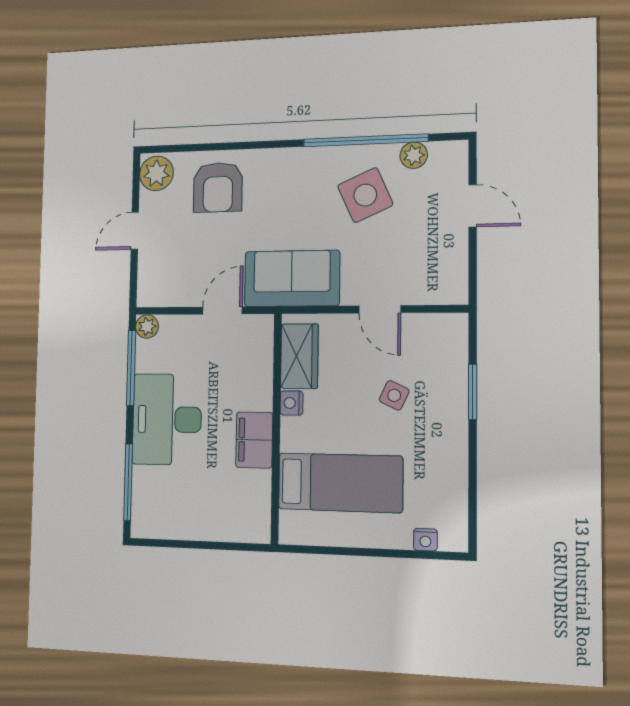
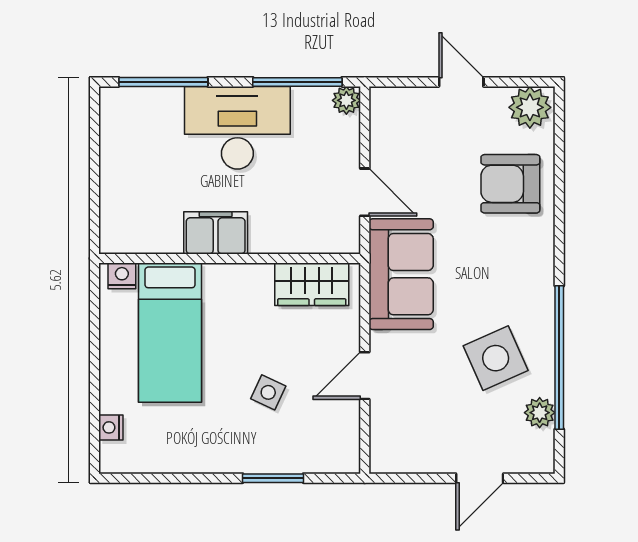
nightstand: (292, 403) -> (122, 276), moved

